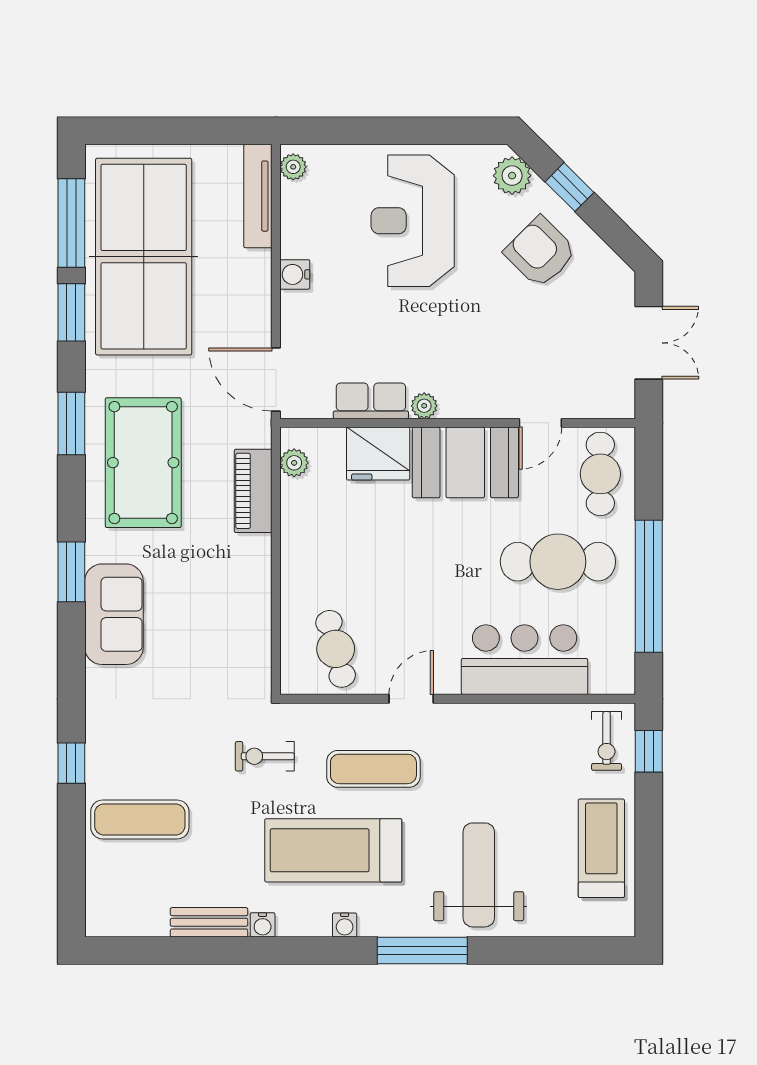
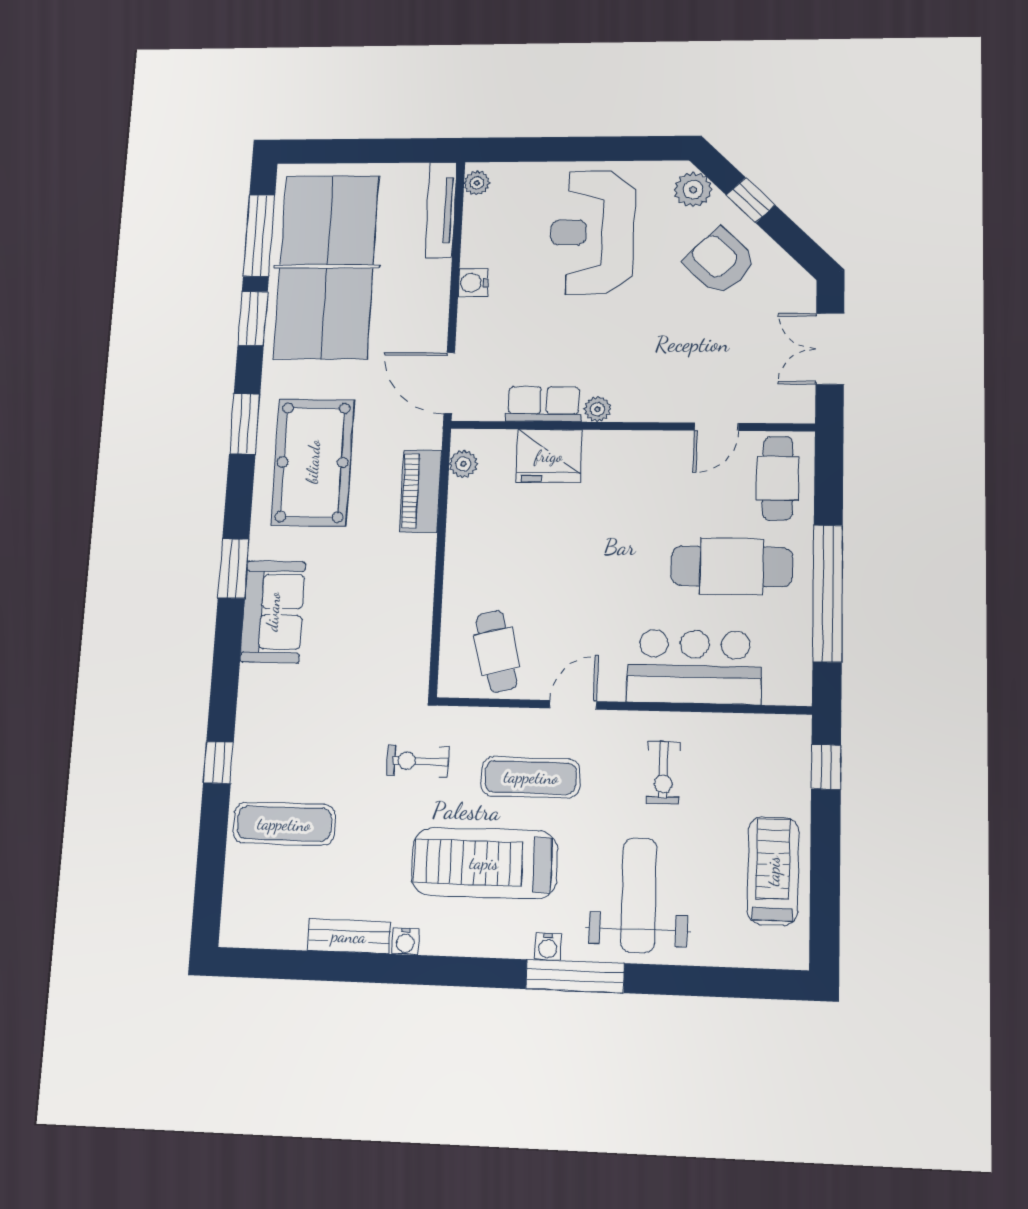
double door: (649, 343) -> (830, 349), swing flipped
booth: (465, 462) -> (638, 465), removed
exercise bike: (607, 741) -> (663, 773), moved
water cooler: (345, 925) -> (548, 947), moved

